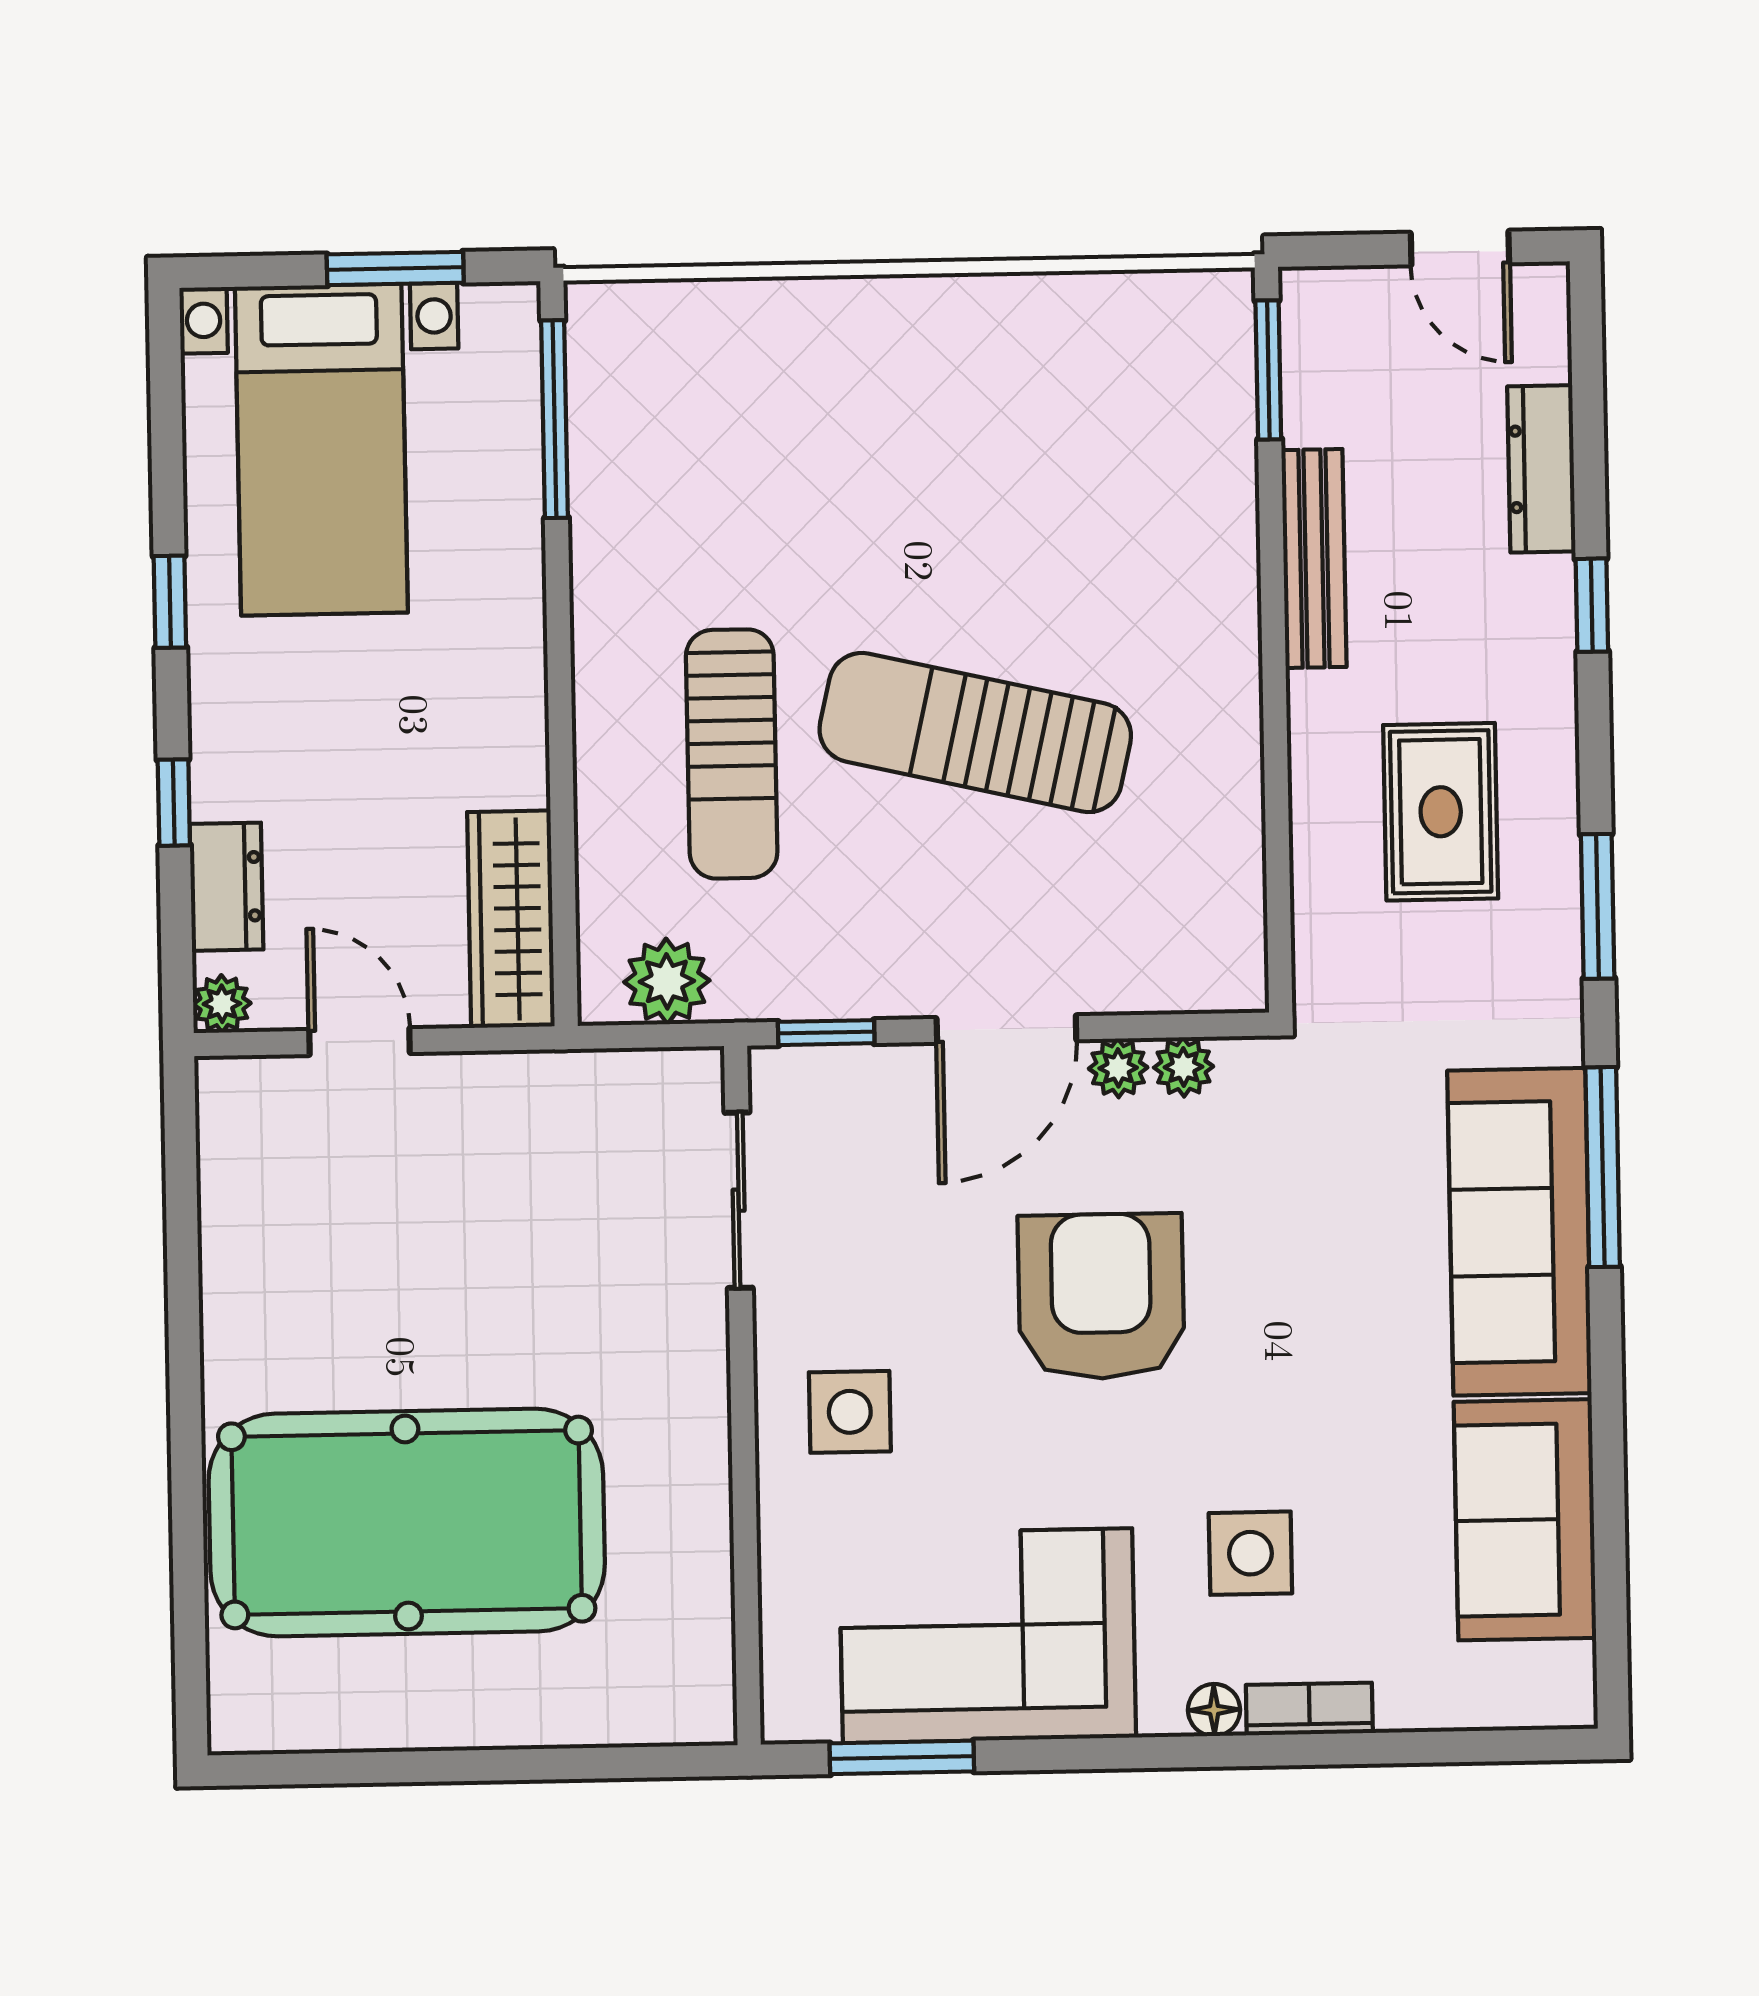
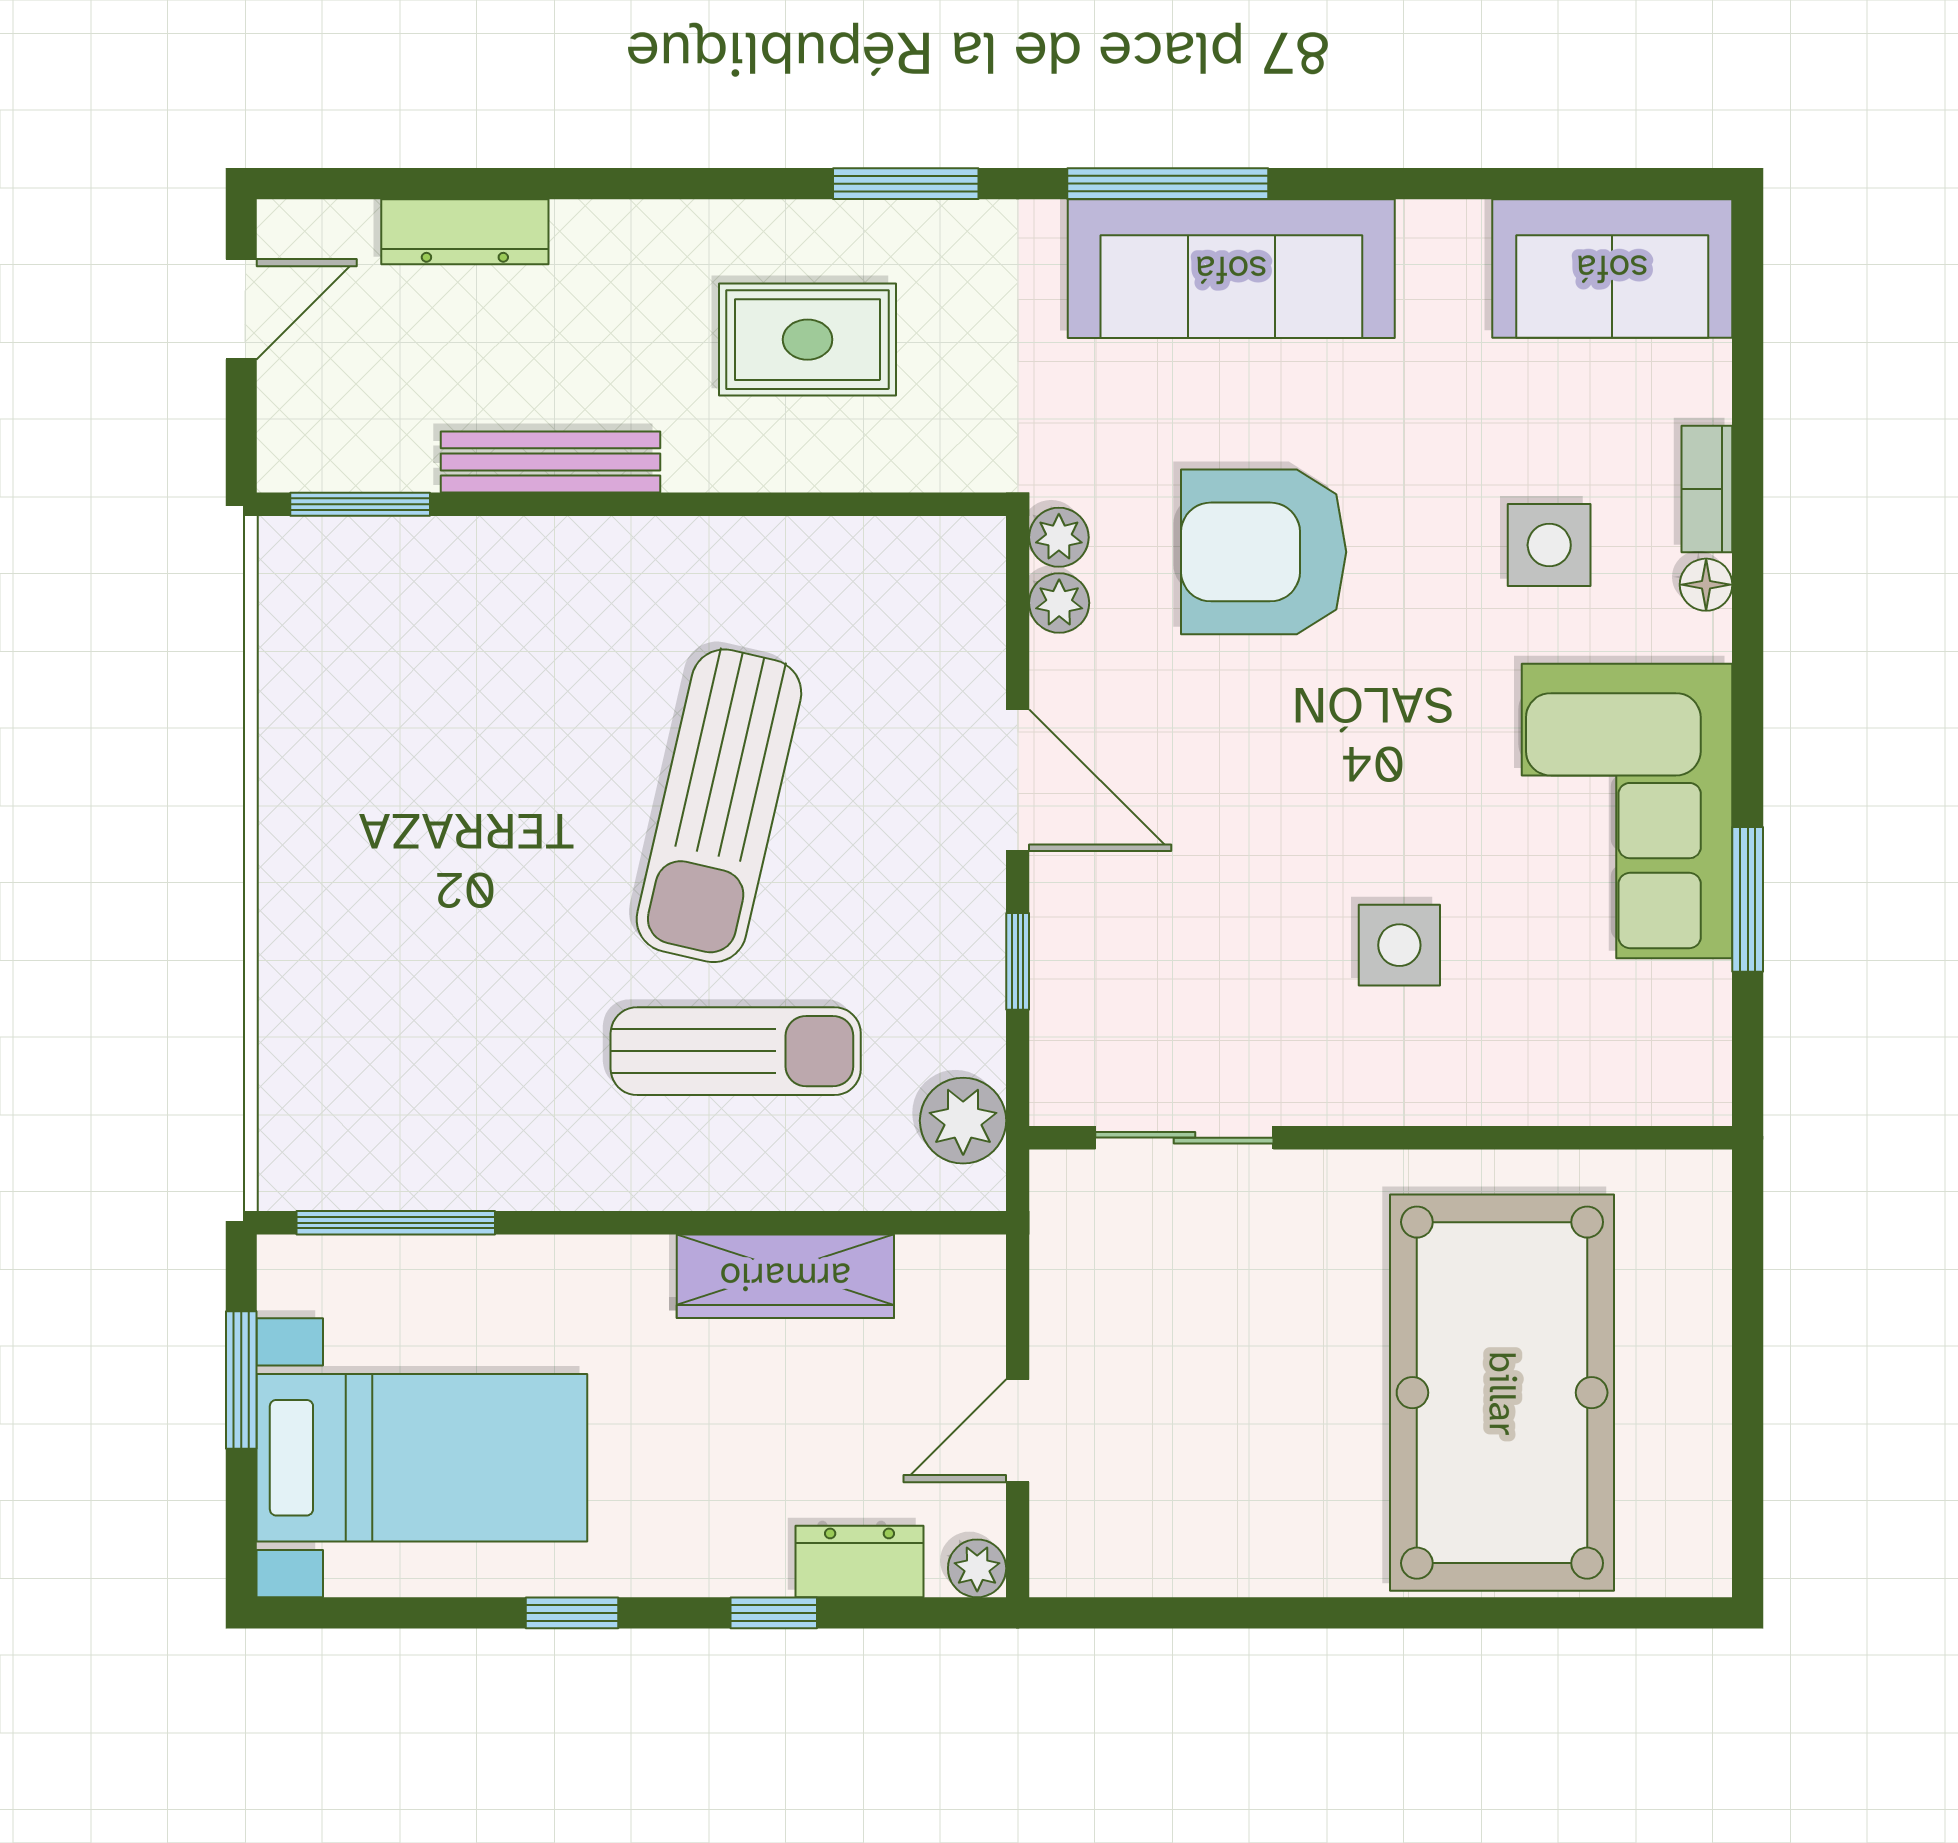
window: (1592, 605) -> (603, 184), removed
wardrobe: (511, 919) -> (785, 1276), moved
plant: (1118, 1068) -> (1059, 537), moved
sliding door: (739, 1200) -> (1184, 1138), moved
armchair: (1101, 1296) -> (1264, 552), moved
wall: (742, 1395) -> (1381, 1138), moved
sofa: (1525, 1520) -> (1612, 268), moved

